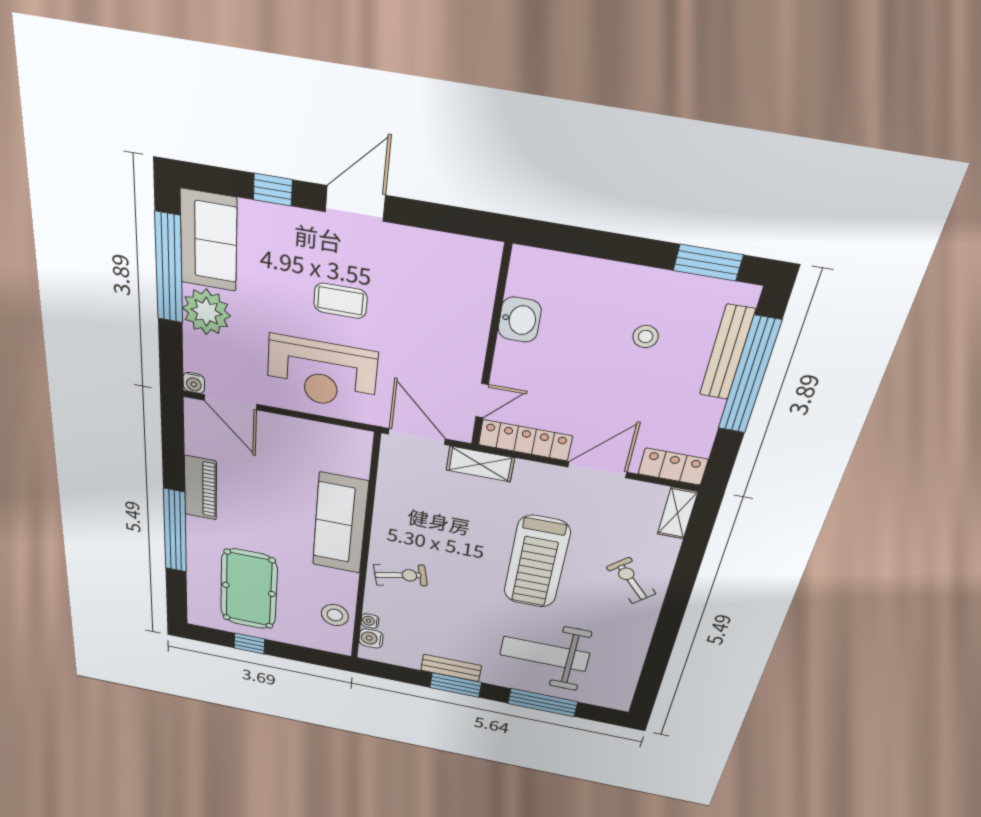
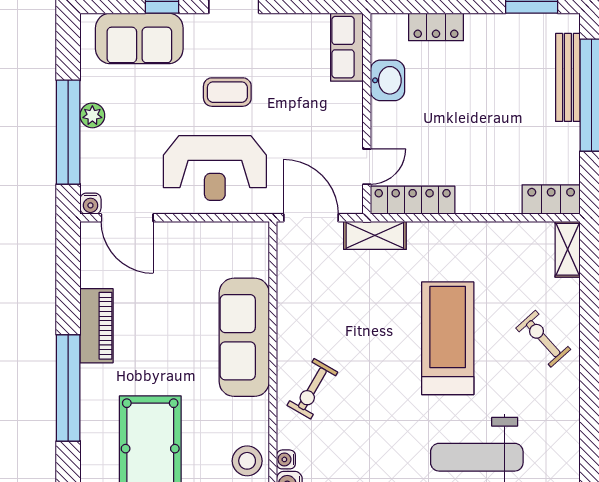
sofa: (208, 241) -> (139, 38), moved, turned 90
window: (169, 268) -> (68, 132), moved
locker: (587, 272) -> (436, 27), added
row of seats: (479, 277) -> (347, 47), added
plant: (206, 312) -> (92, 115), width x0.53, depth x0.53
stool: (646, 337) -> (497, 76), removed
door: (597, 470) -> (484, 218), removed
treadmill: (537, 562) -> (448, 338), turned 180
exercise bike: (400, 575) -> (312, 389), turned 133

